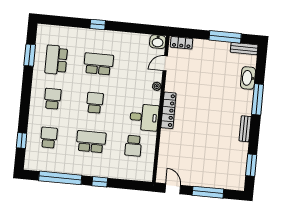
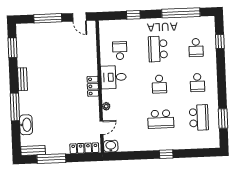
locker: (181, 43) -> (84, 148), width x1.53
locker: (168, 110) -> (93, 86), width x0.66
school desk: (91, 142) -> (158, 49), turned 90
window: (100, 182) -> (133, 15), moved

